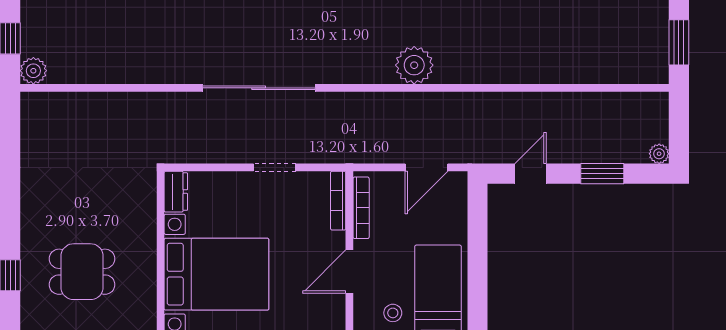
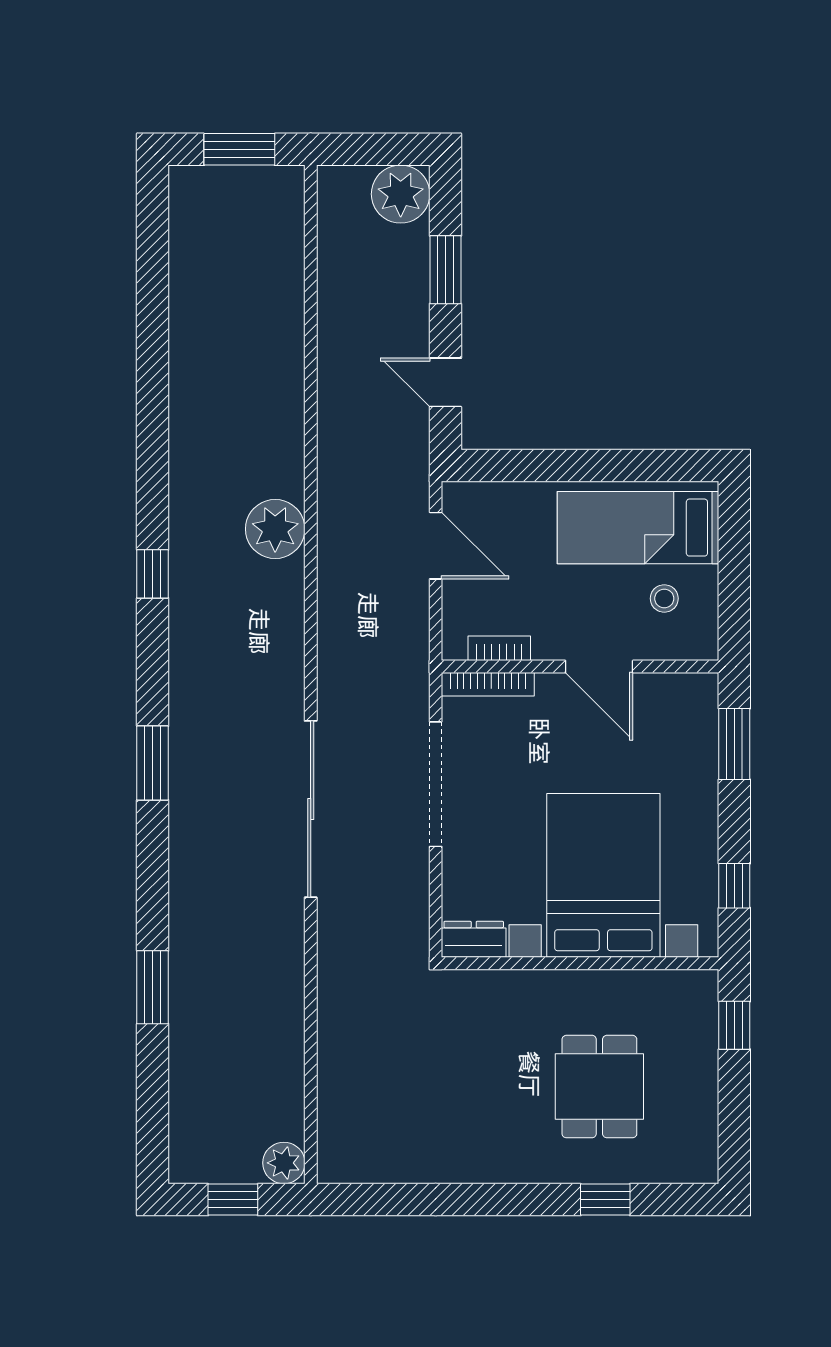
plant: (414, 65) -> (275, 529), moved
plant: (659, 154) -> (401, 194), width x1.88, depth x1.88
doorway: (275, 167) -> (436, 784), width x1.87
bookcase: (361, 208) -> (499, 648), width x0.64

